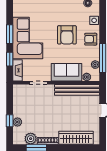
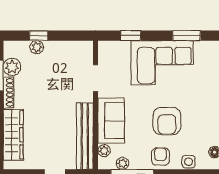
window: (10, 34) -> (187, 36), moved
armchair: (67, 35) -> (167, 121), turned -90
fireplace: (17, 70) -> (114, 47), removed

